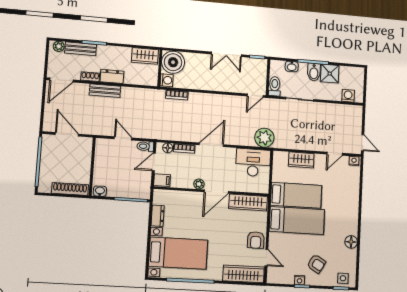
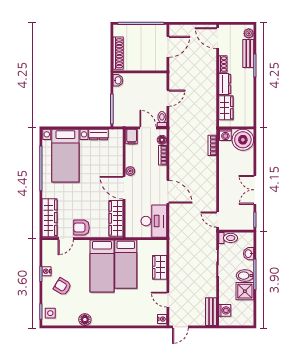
wardrobe: (145, 56) -> (226, 108), moved, turned 180
bench: (105, 91) -> (211, 312), moved
plant: (264, 138) -> (178, 231), removed
door: (211, 145) -> (168, 192), moved
armchair: (316, 264) -> (62, 287), turned 91

